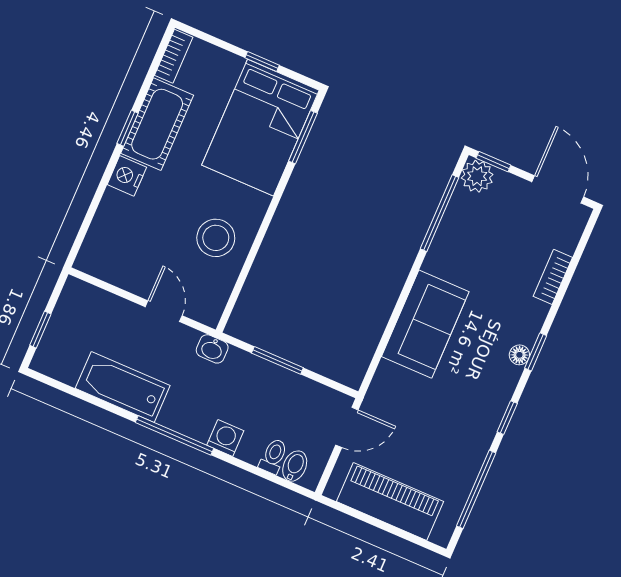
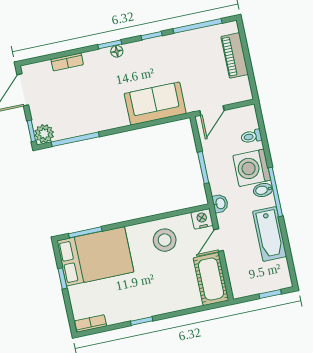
cot: (157, 124) -> (211, 279), moved, turned 90
nightstand: (127, 176) -> (202, 219), moved, turned 180
sofa: (425, 324) -> (155, 104), moved
door: (347, 427) -> (212, 111), swing flipped
washing machine: (225, 438) -> (252, 168), width x1.89, depth x1.89
bidet: (295, 466) -> (263, 190), moved
piano: (390, 501) -> (235, 55), width x0.73, depth x0.75

